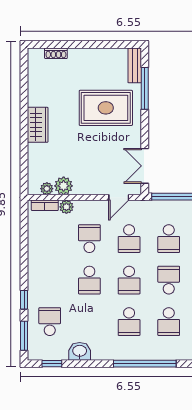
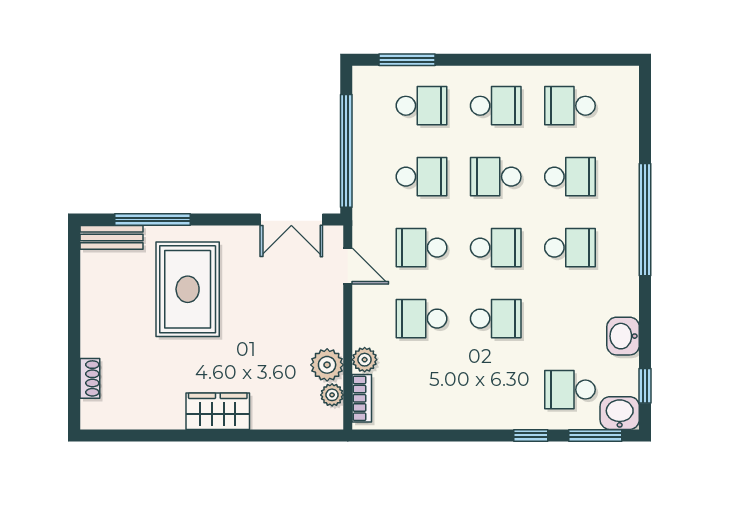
school desk: (129, 239) -> (421, 248), turned 180
washbasin: (37, 349) -> (620, 413), added

